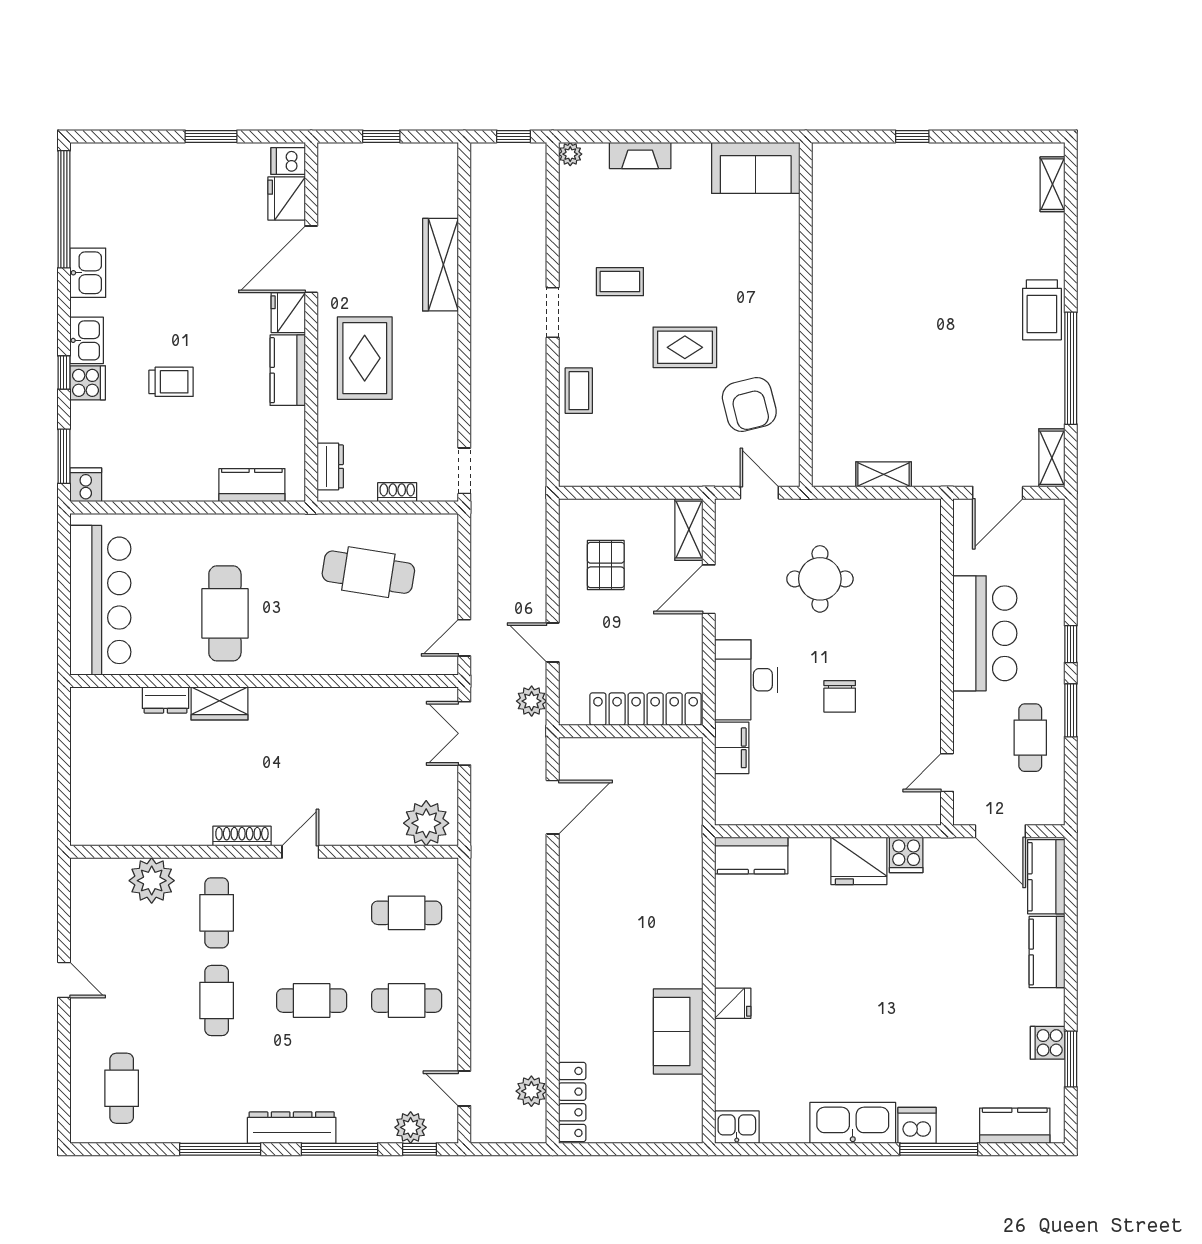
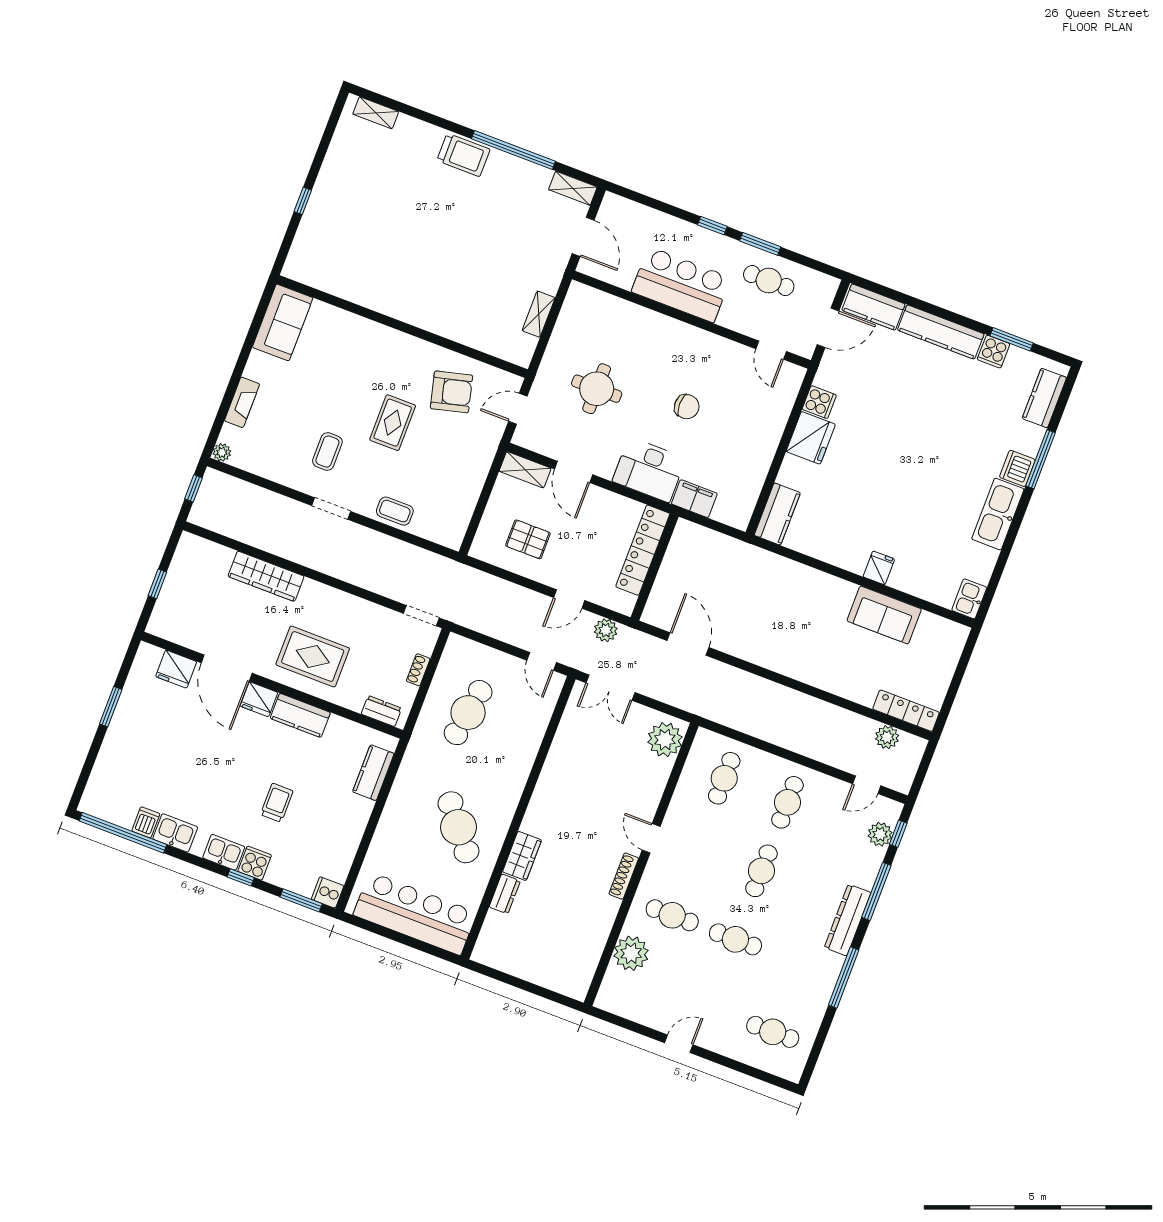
dishwasher: (288, 161) -> (146, 822), moved, turned 180
cafe table: (225, 613) -> (458, 827), turned 51
kitchen counter: (1047, 952) -> (941, 332), width x1.50

